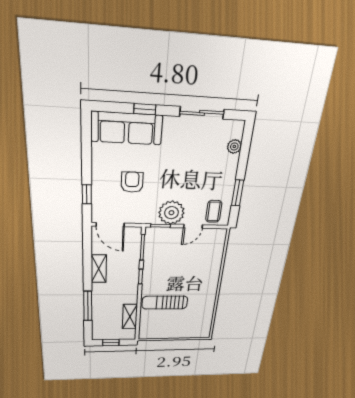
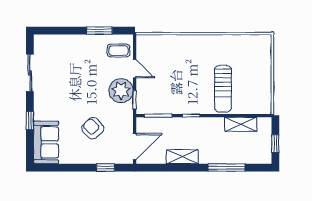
sofa: (127, 128) -> (46, 142), width x0.73
plant: (234, 146) -> (57, 41), removed
armchair: (132, 182) -> (93, 128), turned 47

